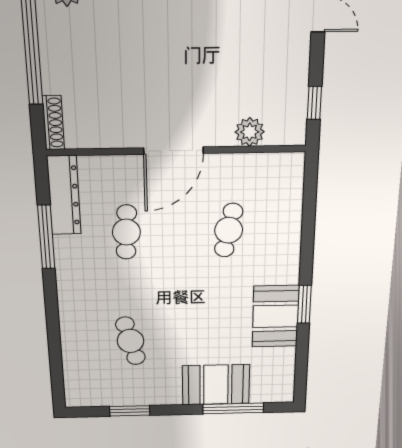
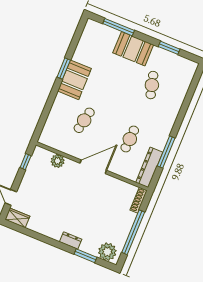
booth: (276, 316) -> (75, 80), moved
booth: (216, 385) -> (133, 49), moved

